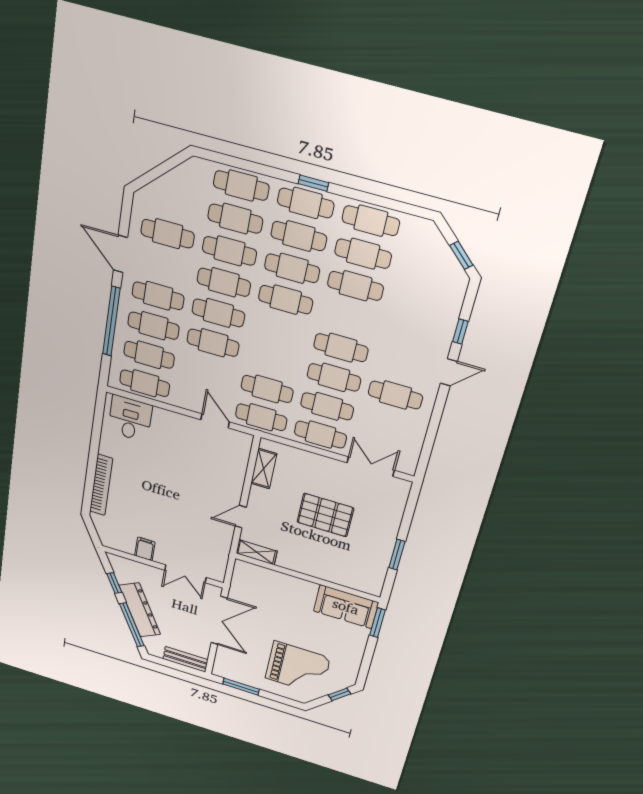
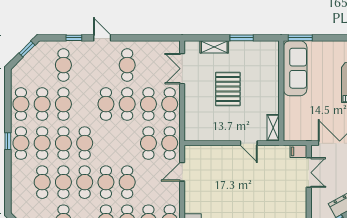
cafe table: (241, 186) -> (63, 65), moved
shelving: (264, 469) -> (214, 47), moved
filing cabinet: (145, 549) -> (298, 151), moved
sofa: (346, 607) -> (295, 68), width x1.36

